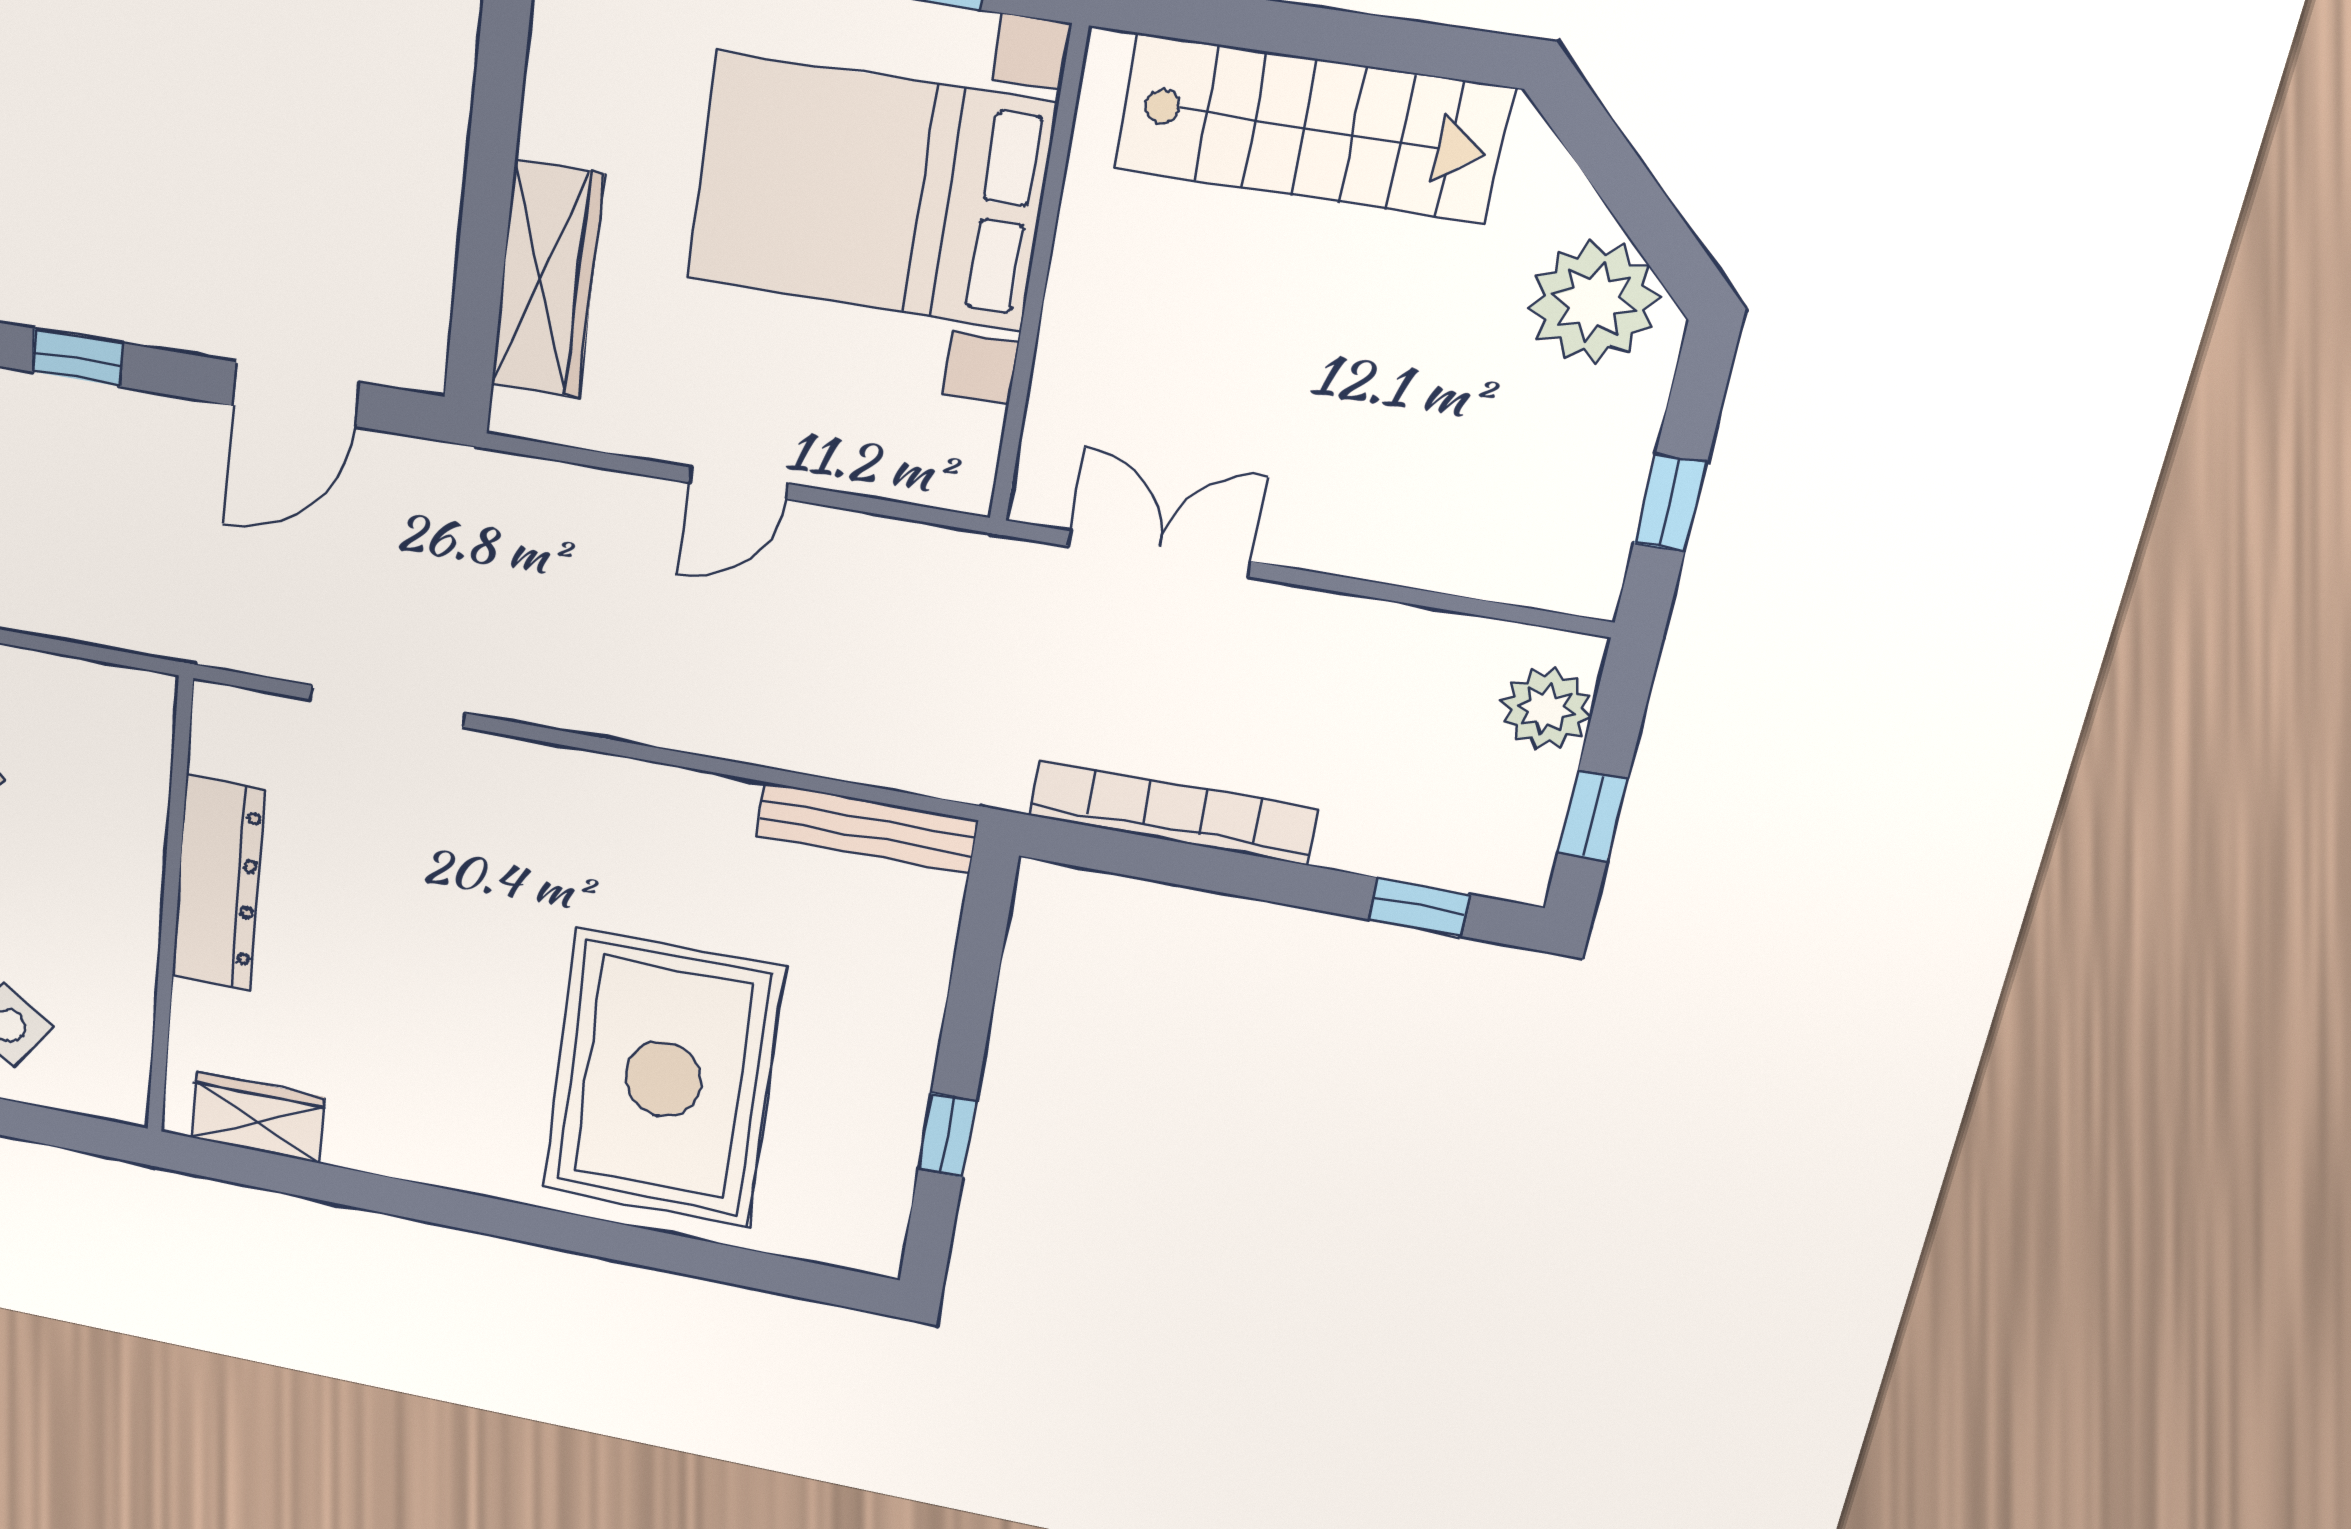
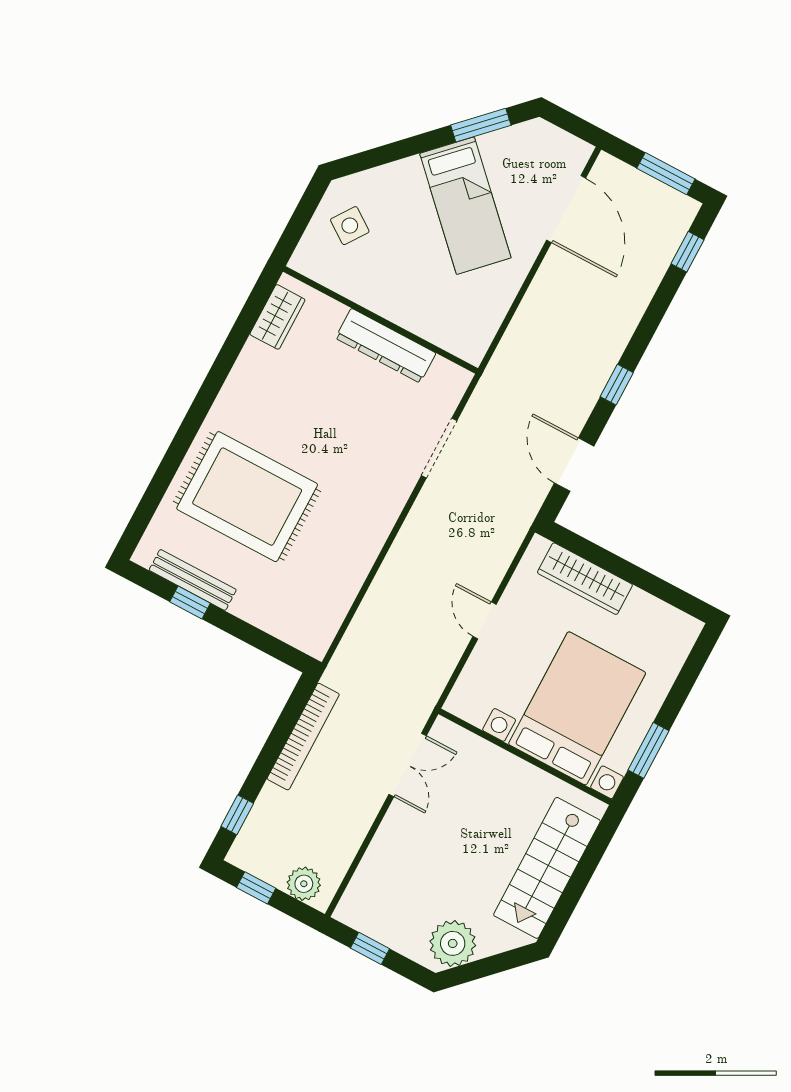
bench: (867, 828) -> (193, 580), moved, turned 90

